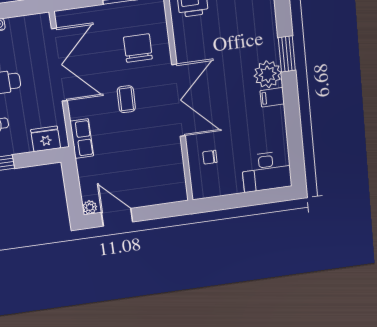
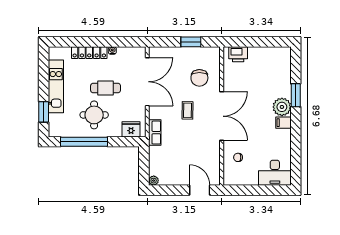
chair: (138, 48) -> (199, 78), turned 180
door: (117, 217) -> (200, 190), moved

